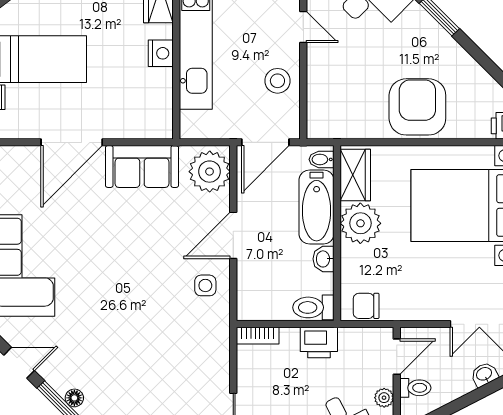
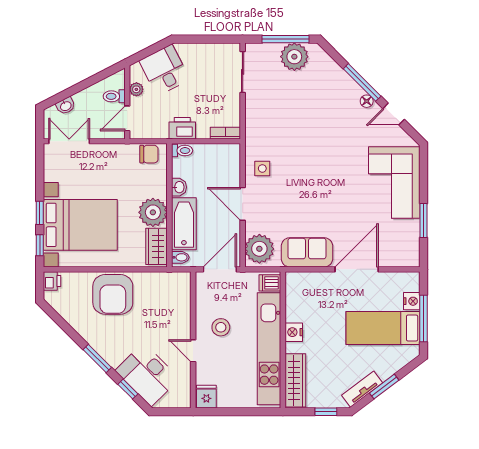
stool: (277, 81) -> (221, 327), moved
dishwasher: (194, 123) -> (270, 283), added
door: (233, 235) -> (243, 204), swing flipped
toilet: (313, 307) -> (182, 151), width x0.73, depth x0.72
floor lamp: (74, 398) -> (367, 101), moved

